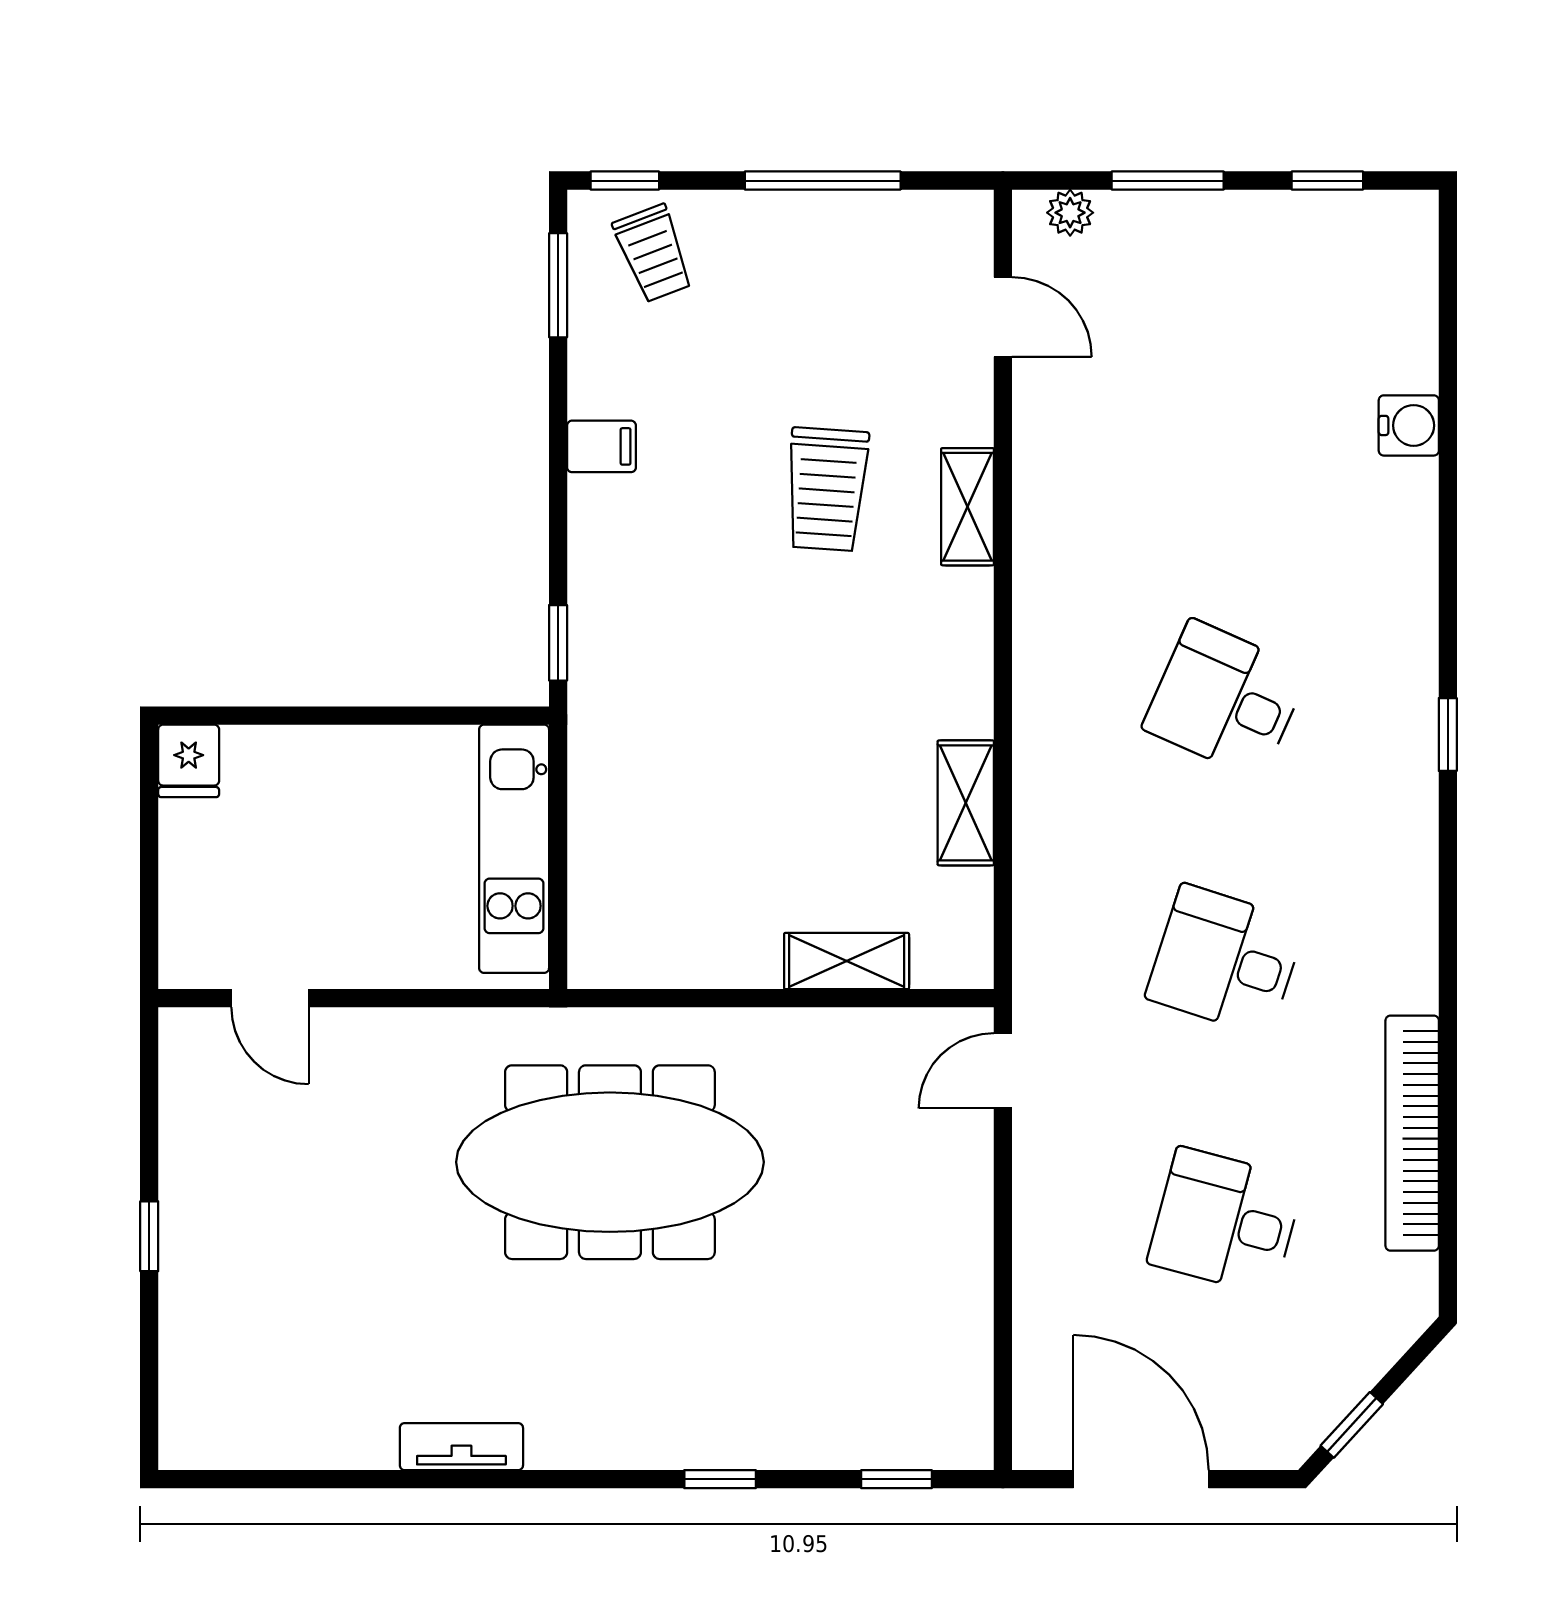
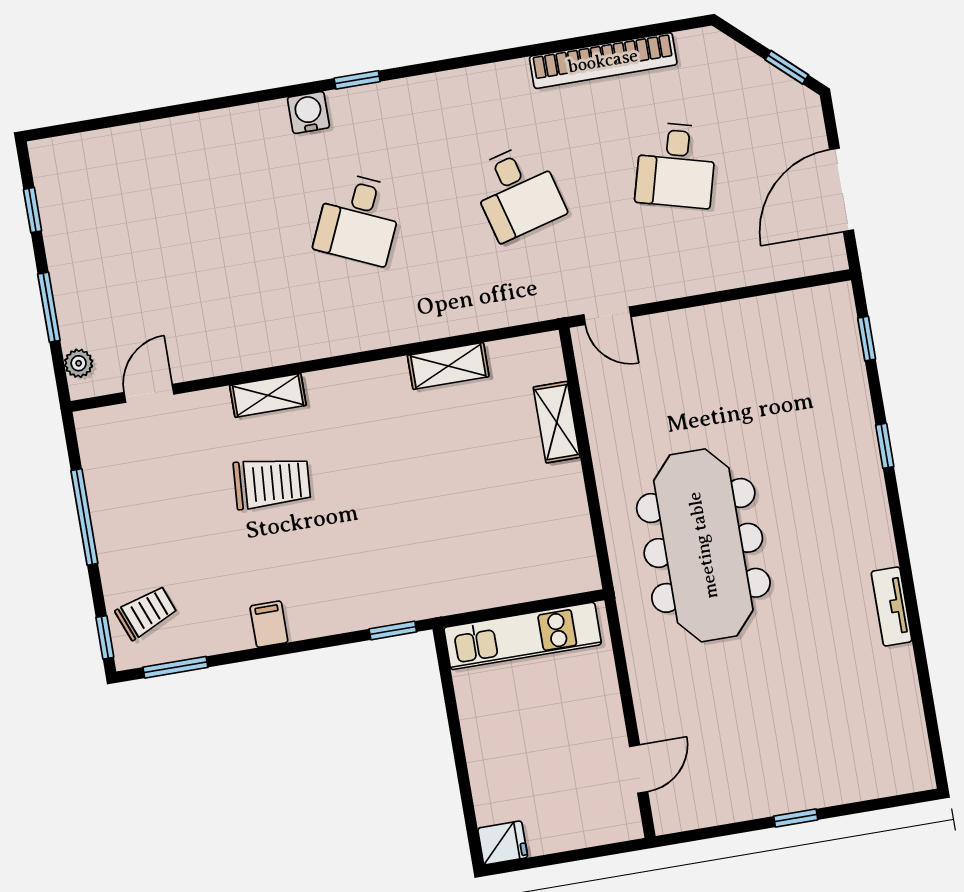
water cooler: (1409, 425) -> (308, 113), moved
desk: (1225, 960) -> (517, 192), turned -33

